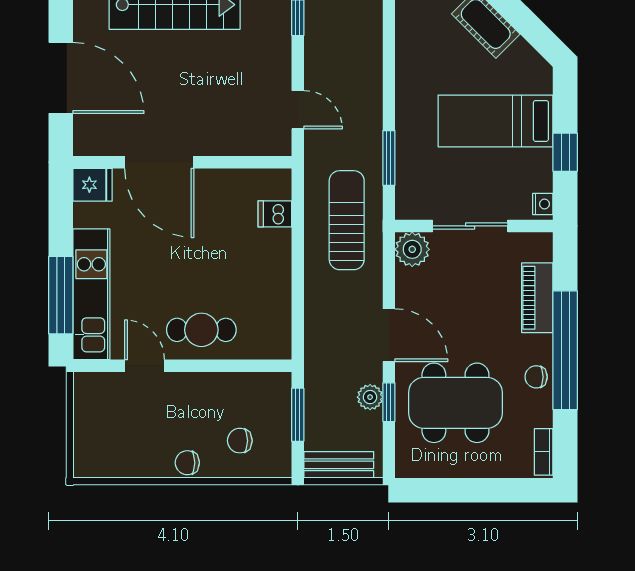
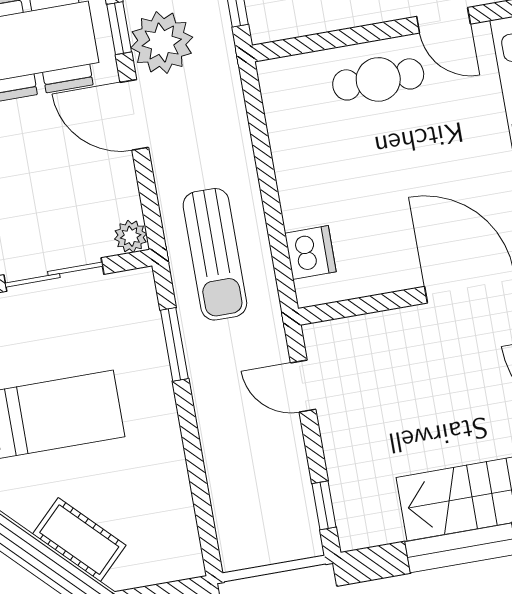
dishwasher: (275, 214) -> (310, 253), width x1.38
plant: (412, 249) -> (131, 236), width x0.73, depth x0.73
plant: (370, 397) -> (162, 43), width x1.87, depth x1.87

